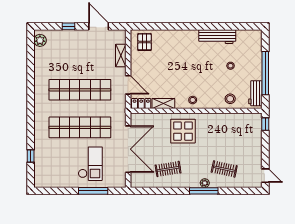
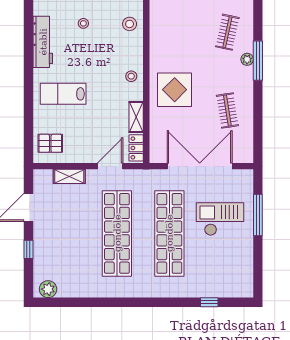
lab bench: (180, 51) -> (63, 94), added

